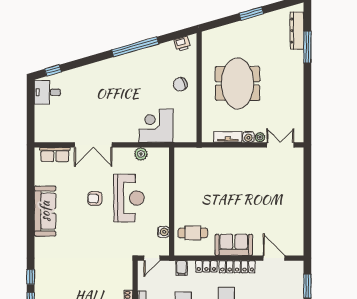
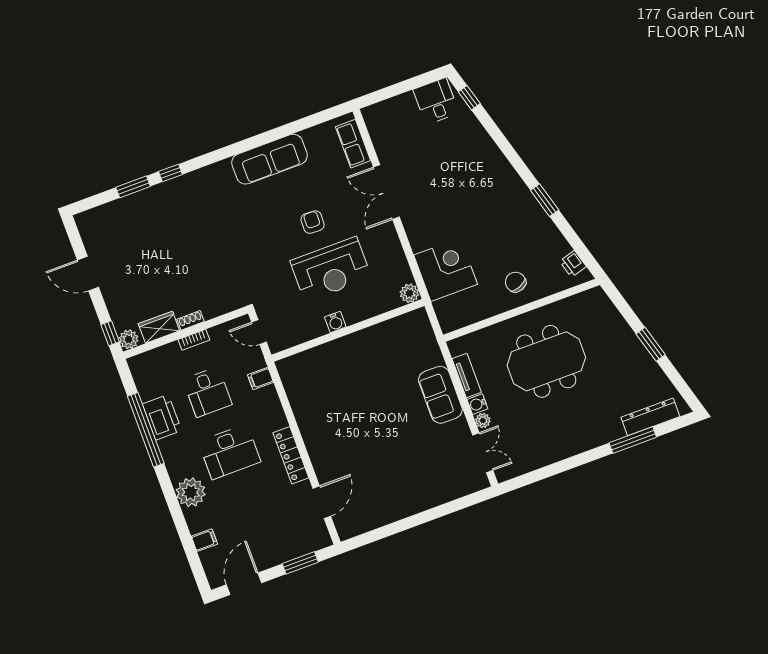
window: (135, 47) -> (545, 200), width x0.47
plant: (141, 154) -> (409, 293), moved
water cooler: (163, 232) -> (335, 322), moved
cafe table: (193, 233) -> (315, 376), removed
sofa: (234, 245) -> (440, 395), moved, turned 180
locker: (206, 266) -> (276, 412), removed

